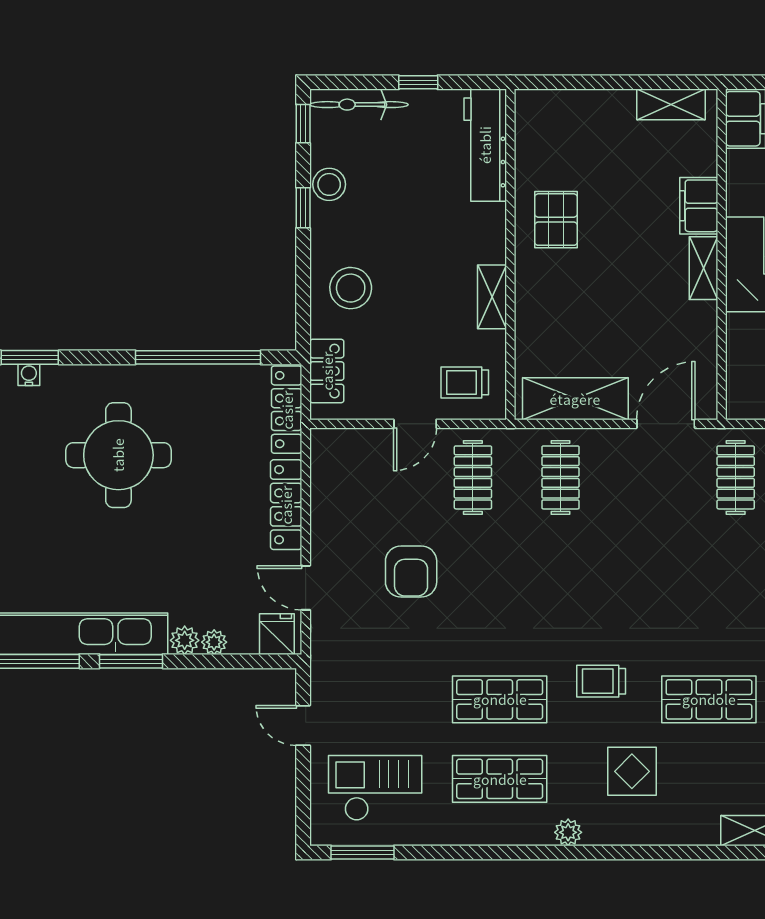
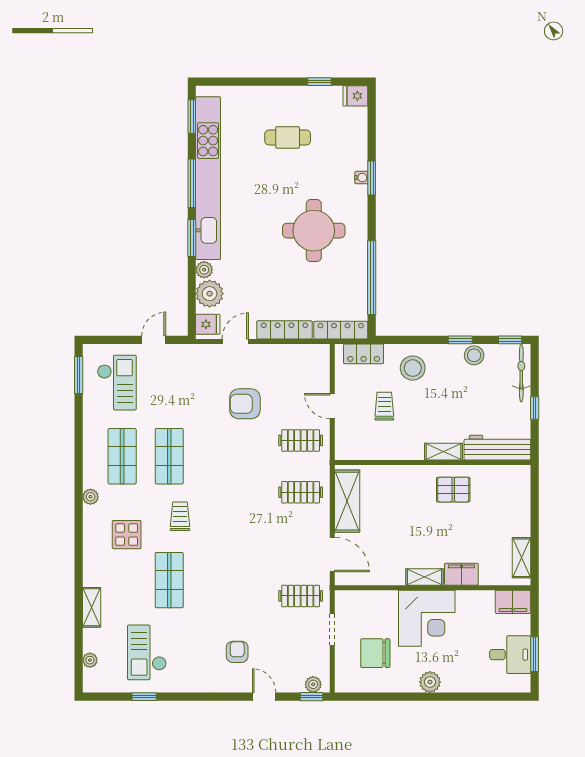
shelving: (492, 297) -> (443, 452), moved
trolley: (465, 382) -> (384, 406), moved
plant: (214, 642) -> (210, 294), width x1.88, depth x1.88

